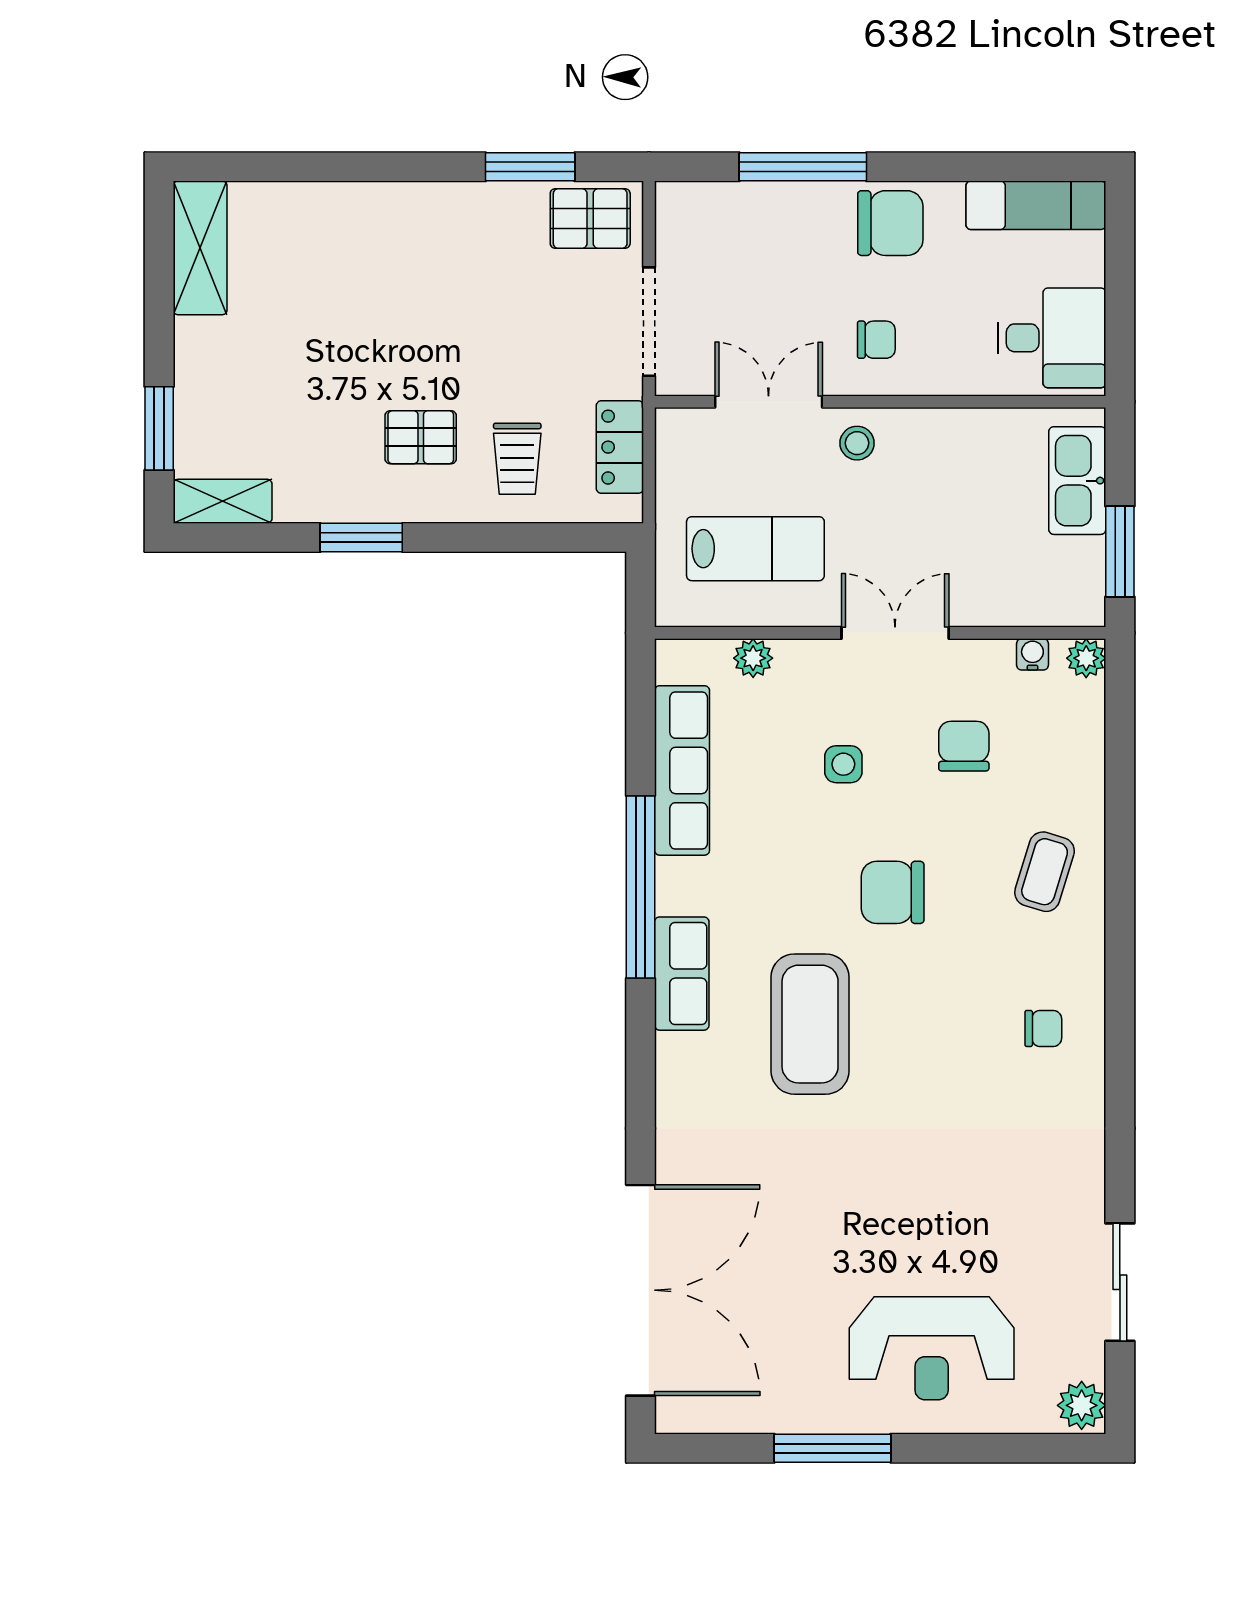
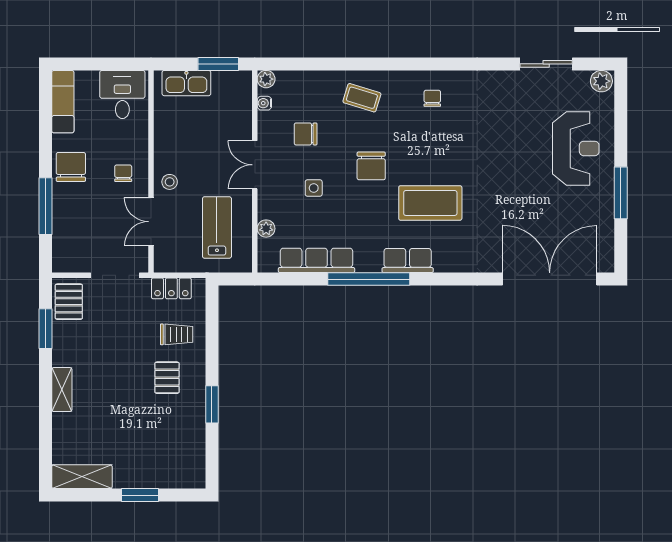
window: (159, 428) -> (140, 495), moved
shelving: (223, 501) -> (62, 390), moved

